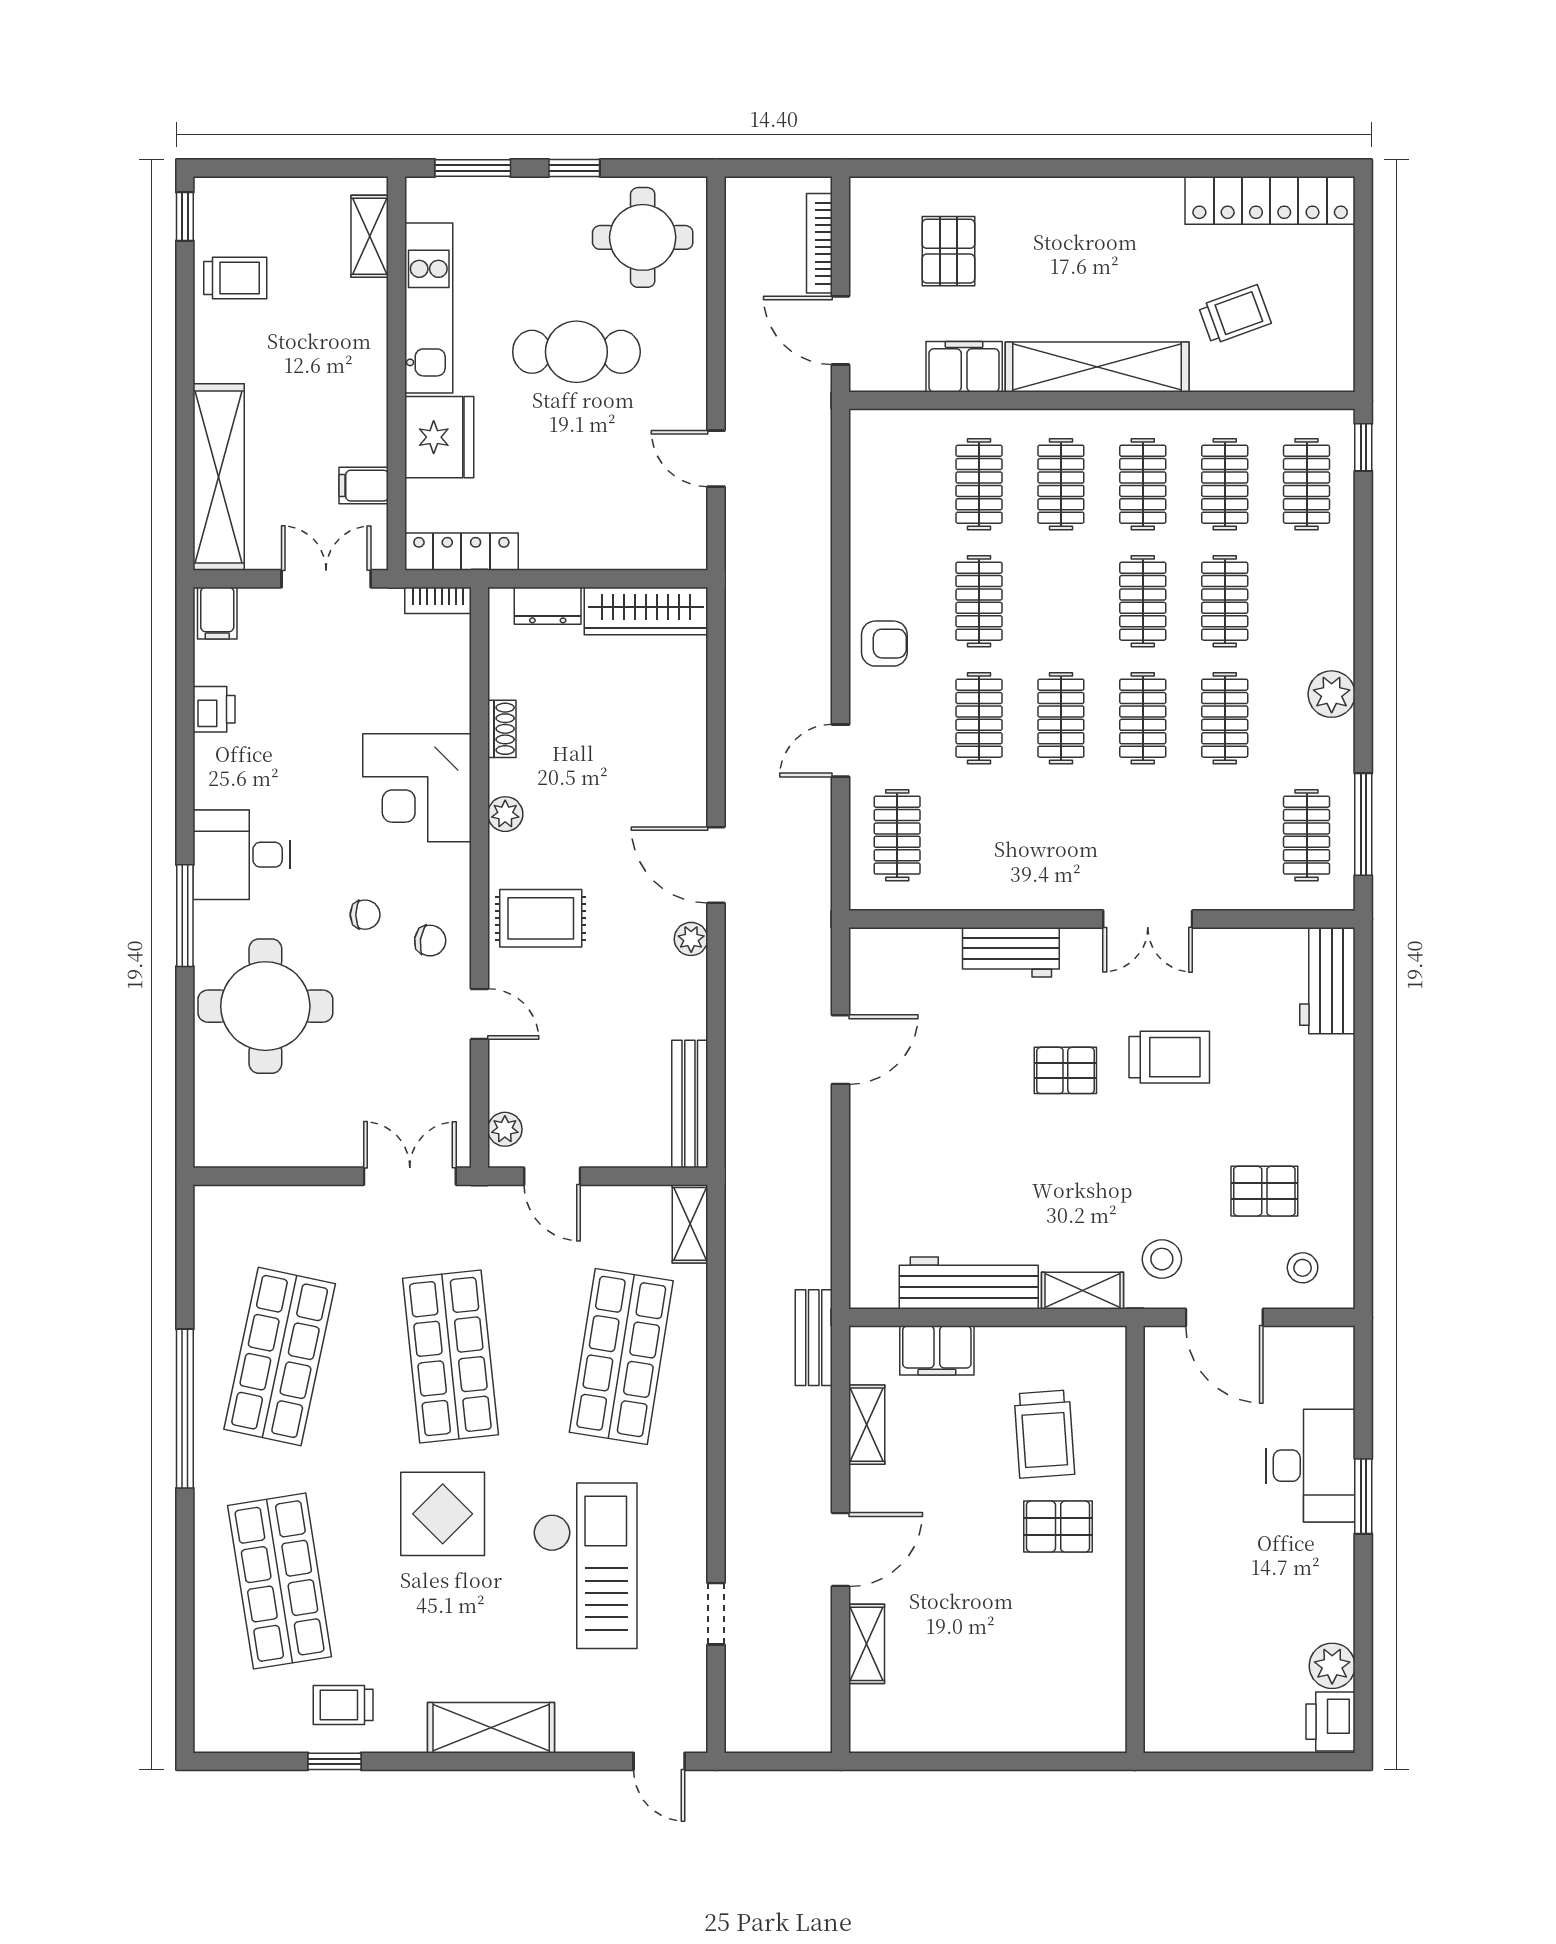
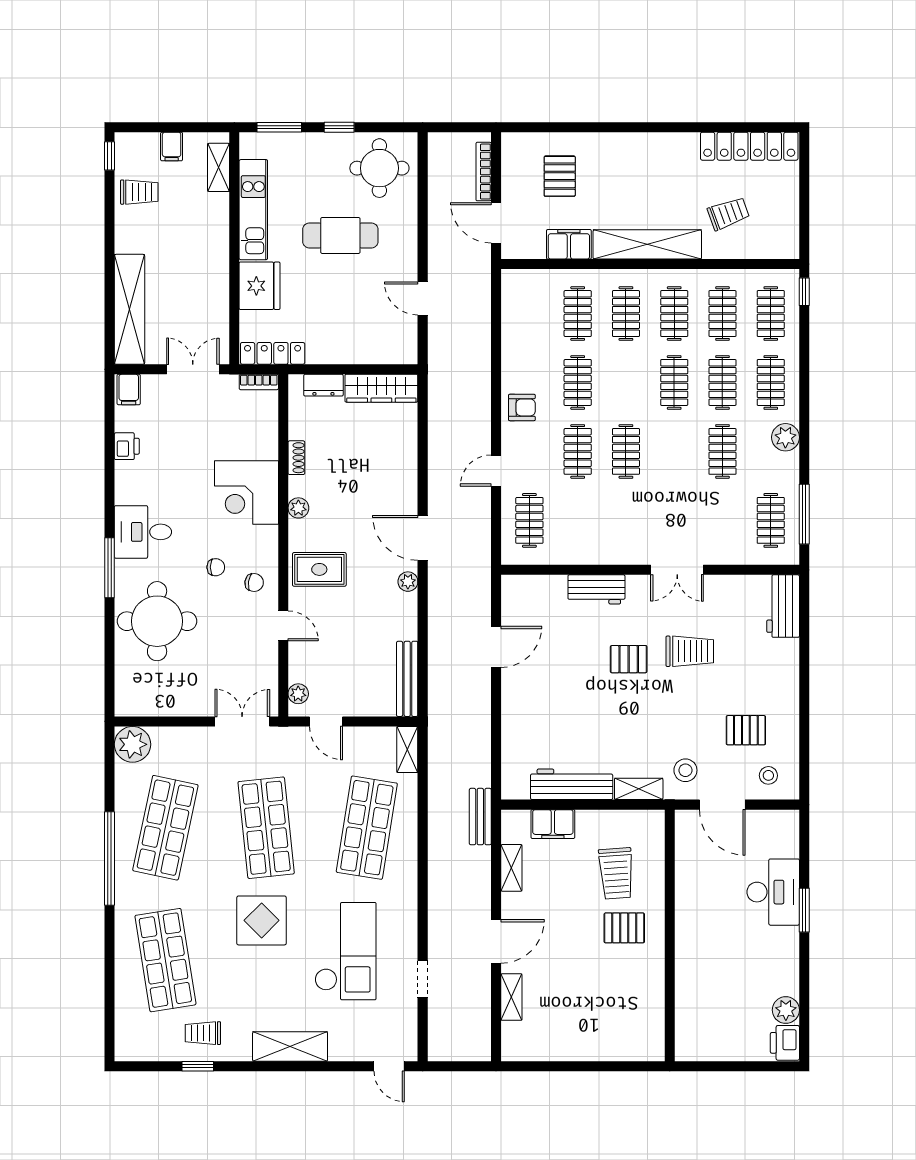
filing cabinet: (364, 486) -> (172, 147), moved, turned -90
clothes rail: (1143, 718) -> (771, 382), moved
plant: (224, 1215) -> (132, 744), added

